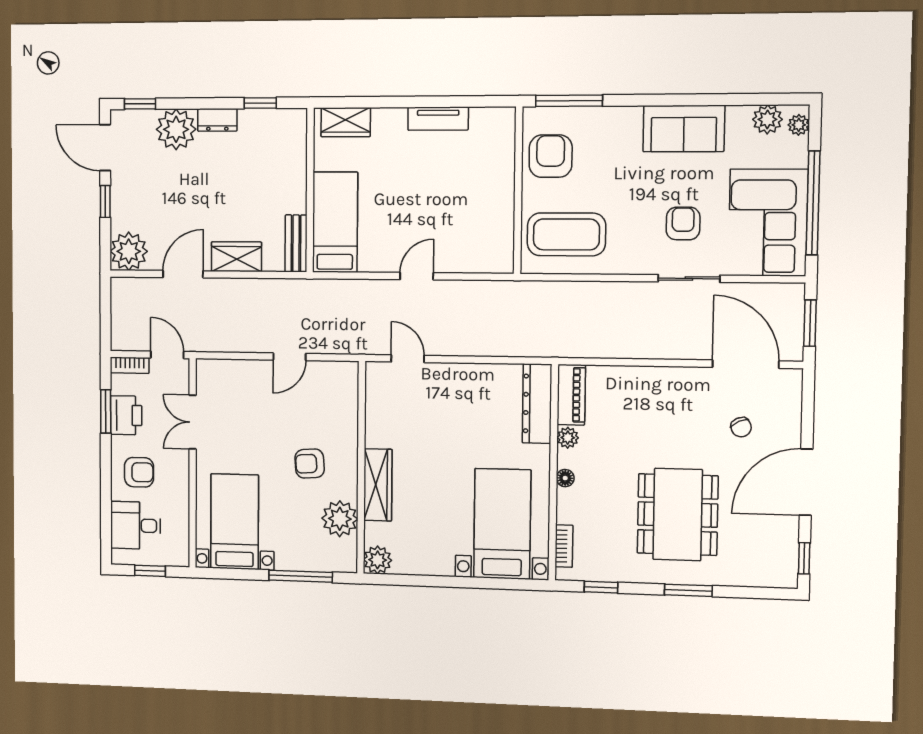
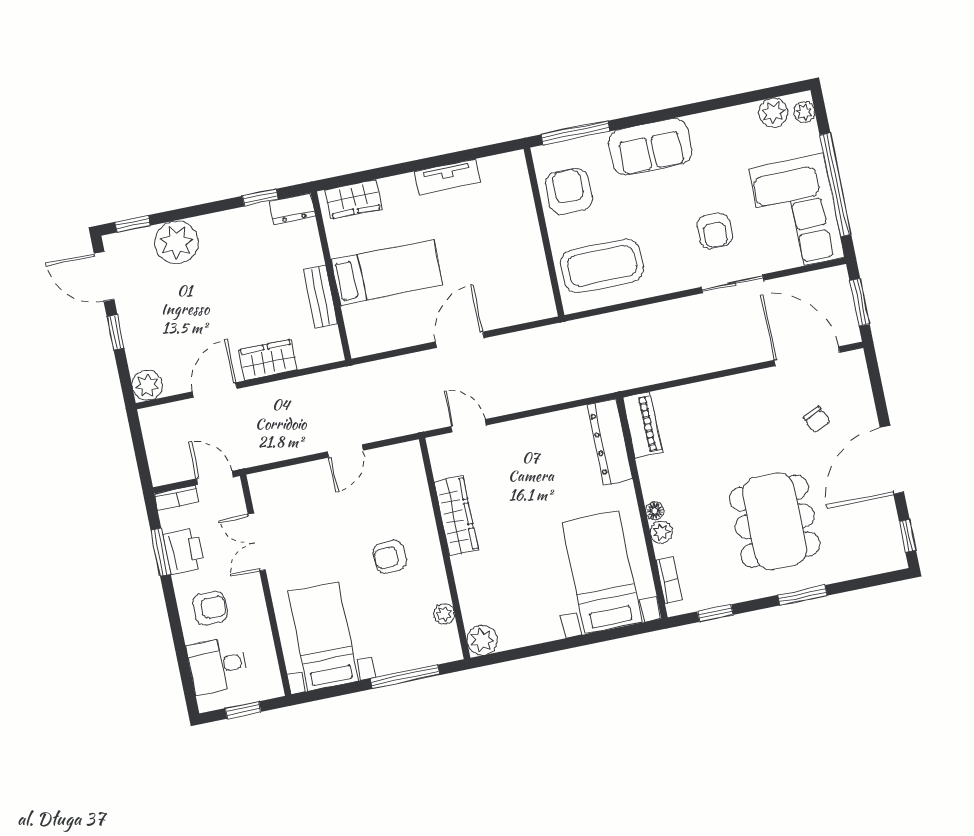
dresser: (217, 120) -> (292, 209), moved
sofa: (684, 129) -> (650, 147), moved
bed: (335, 222) -> (387, 272), moved, turned 90
armchair: (683, 224) -> (715, 231), turned 180
bench: (296, 243) -> (320, 296), moved
plant: (129, 251) -> (147, 385), width x0.73, depth x0.73
door: (417, 276) -> (460, 340), width x1.38
plant: (568, 438) -> (661, 532), moved
wardrobe: (378, 485) -> (456, 516), moved
plant: (340, 519) -> (444, 614), width x0.53, depth x0.53

